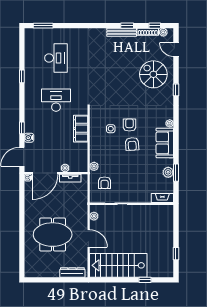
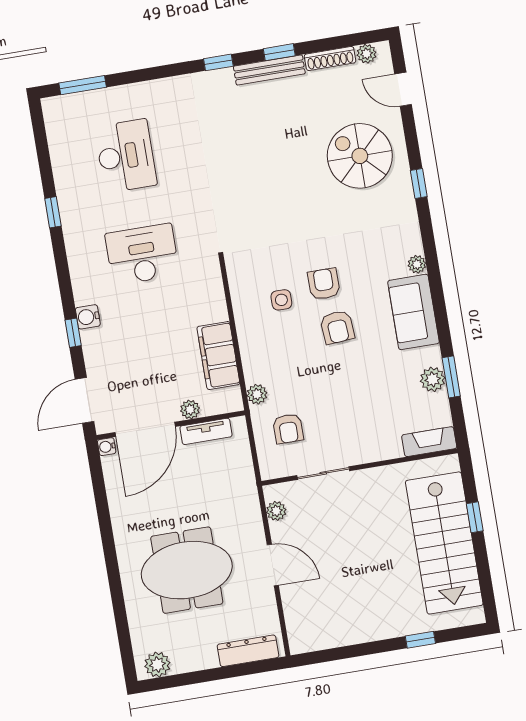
window: (155, 26) -> (218, 62), moved
filing cabinet: (81, 129) -> (218, 356), moved
water cooler: (29, 138) -> (88, 317), moved
window: (176, 254) -> (475, 517), moved
stairs: (118, 265) -> (444, 543), moved, turned -90
plant: (34, 272) -> (157, 665), added

